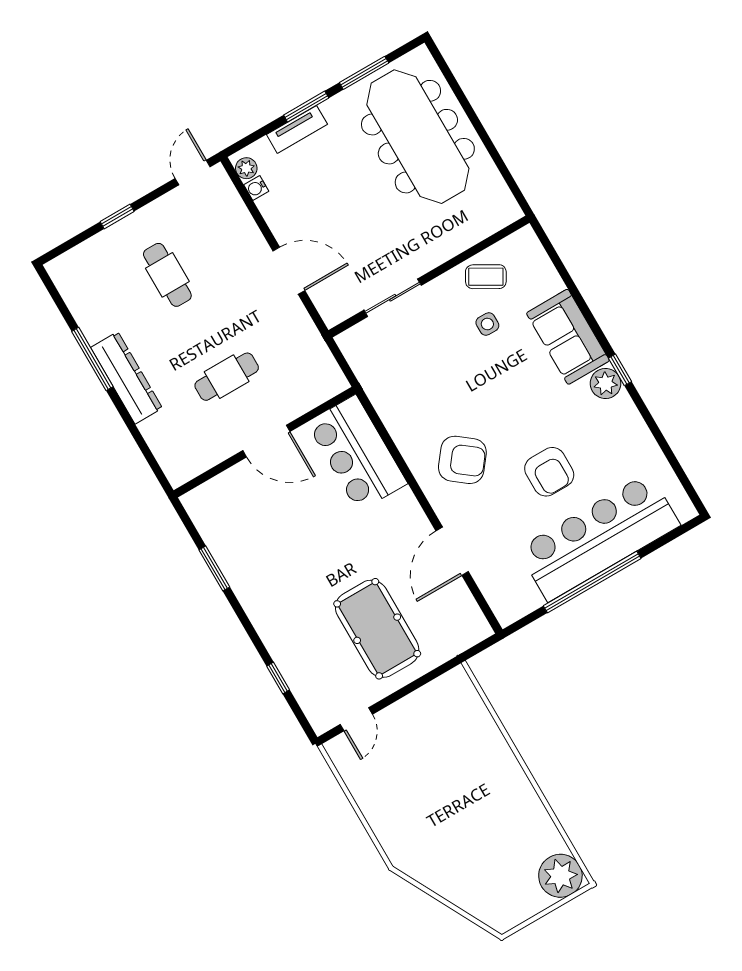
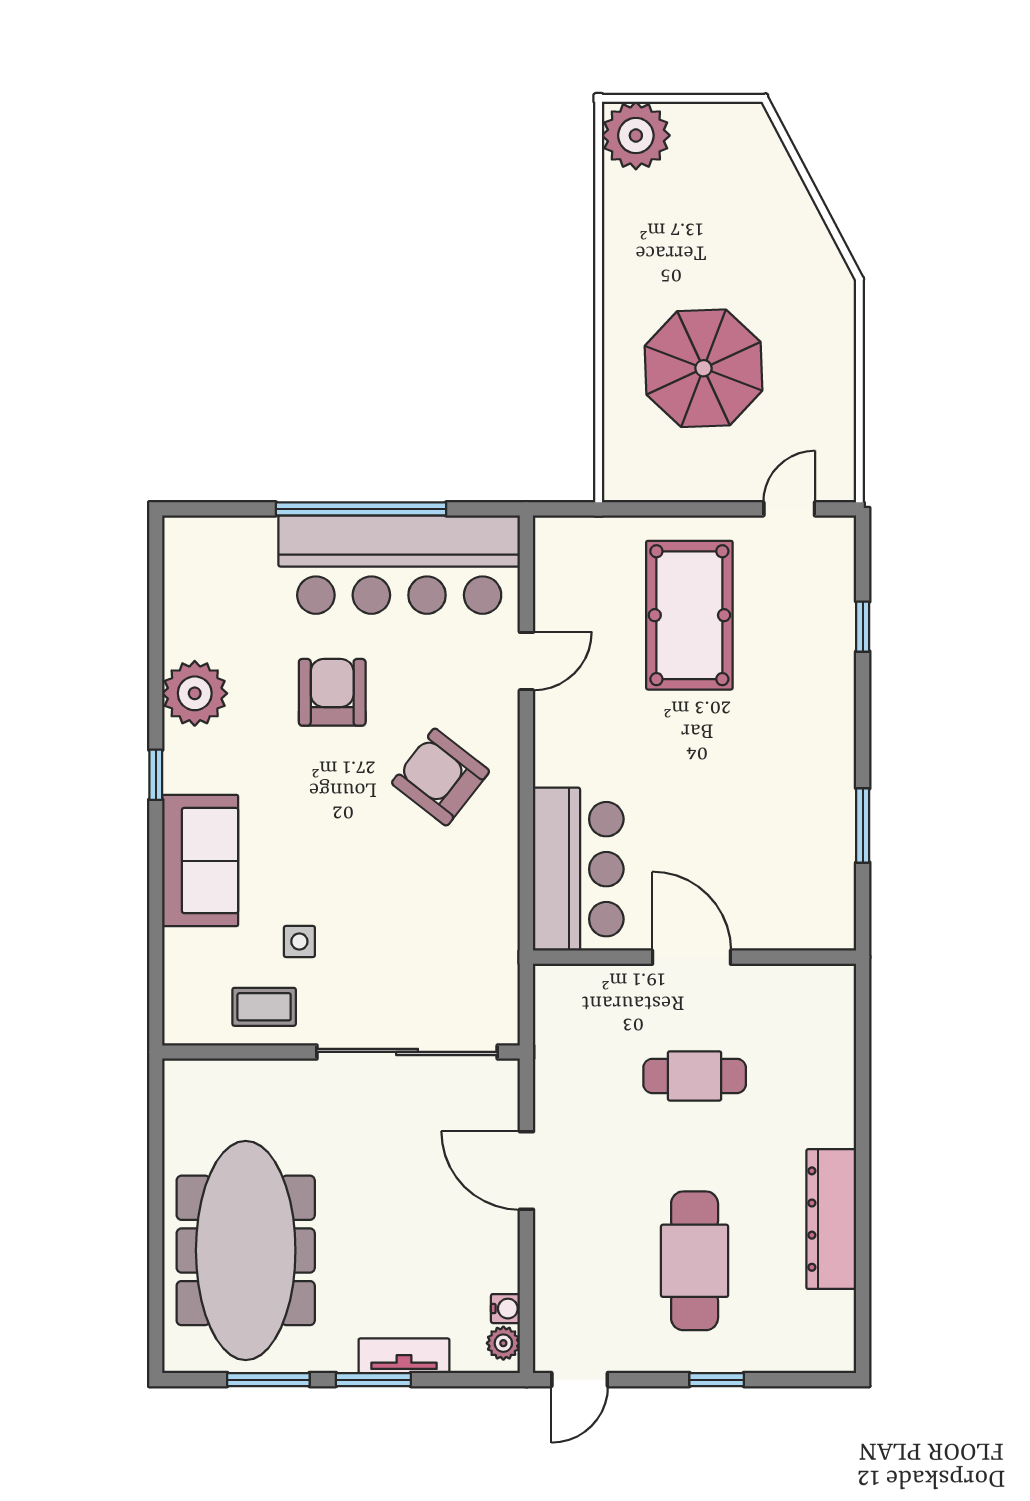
cafe table: (167, 275) -> (695, 1261), width x1.37, depth x1.35
coffee table: (486, 277) -> (264, 1007), turned -30
sliding door: (393, 298) -> (407, 1052), width x1.86
window: (92, 359) -> (863, 1206), removed
dresser: (127, 378) -> (831, 1219), moved
plant: (606, 383) -> (195, 693), moved, width x1.36, depth x1.36
bar counter: (599, 537) -> (399, 565), moved
door: (452, 551) -> (526, 661), width x0.73
parasol: (449, 769) -> (704, 368), added

